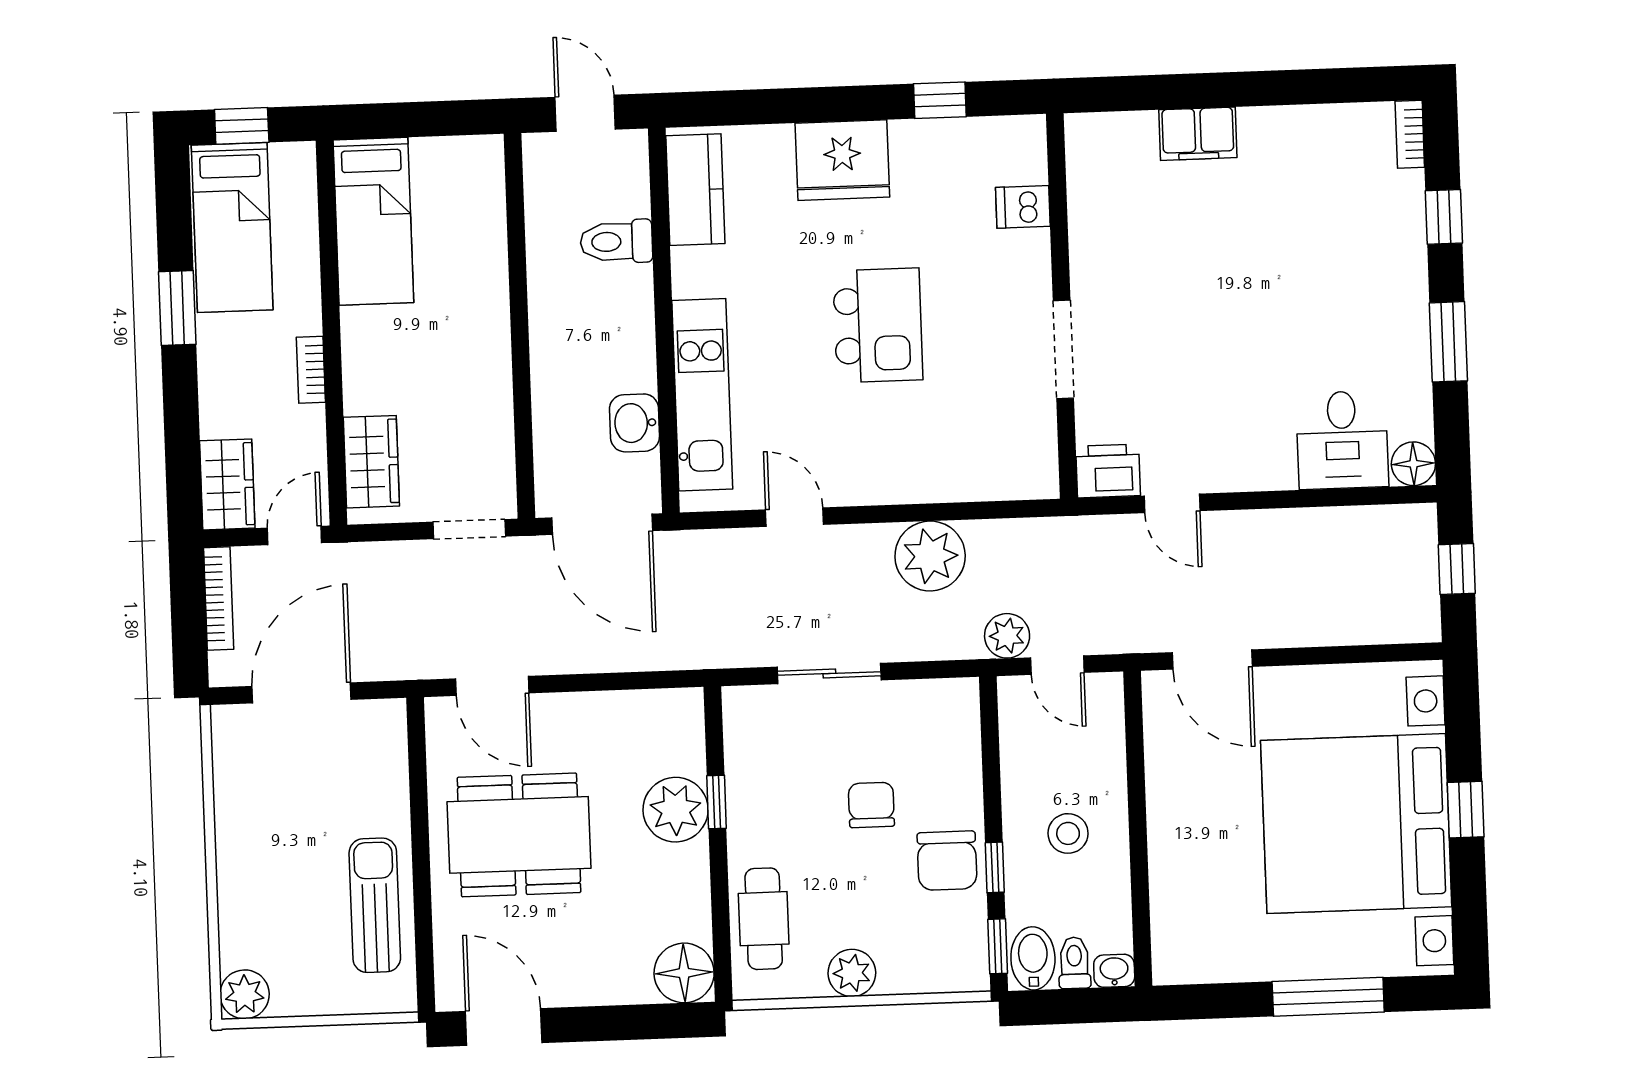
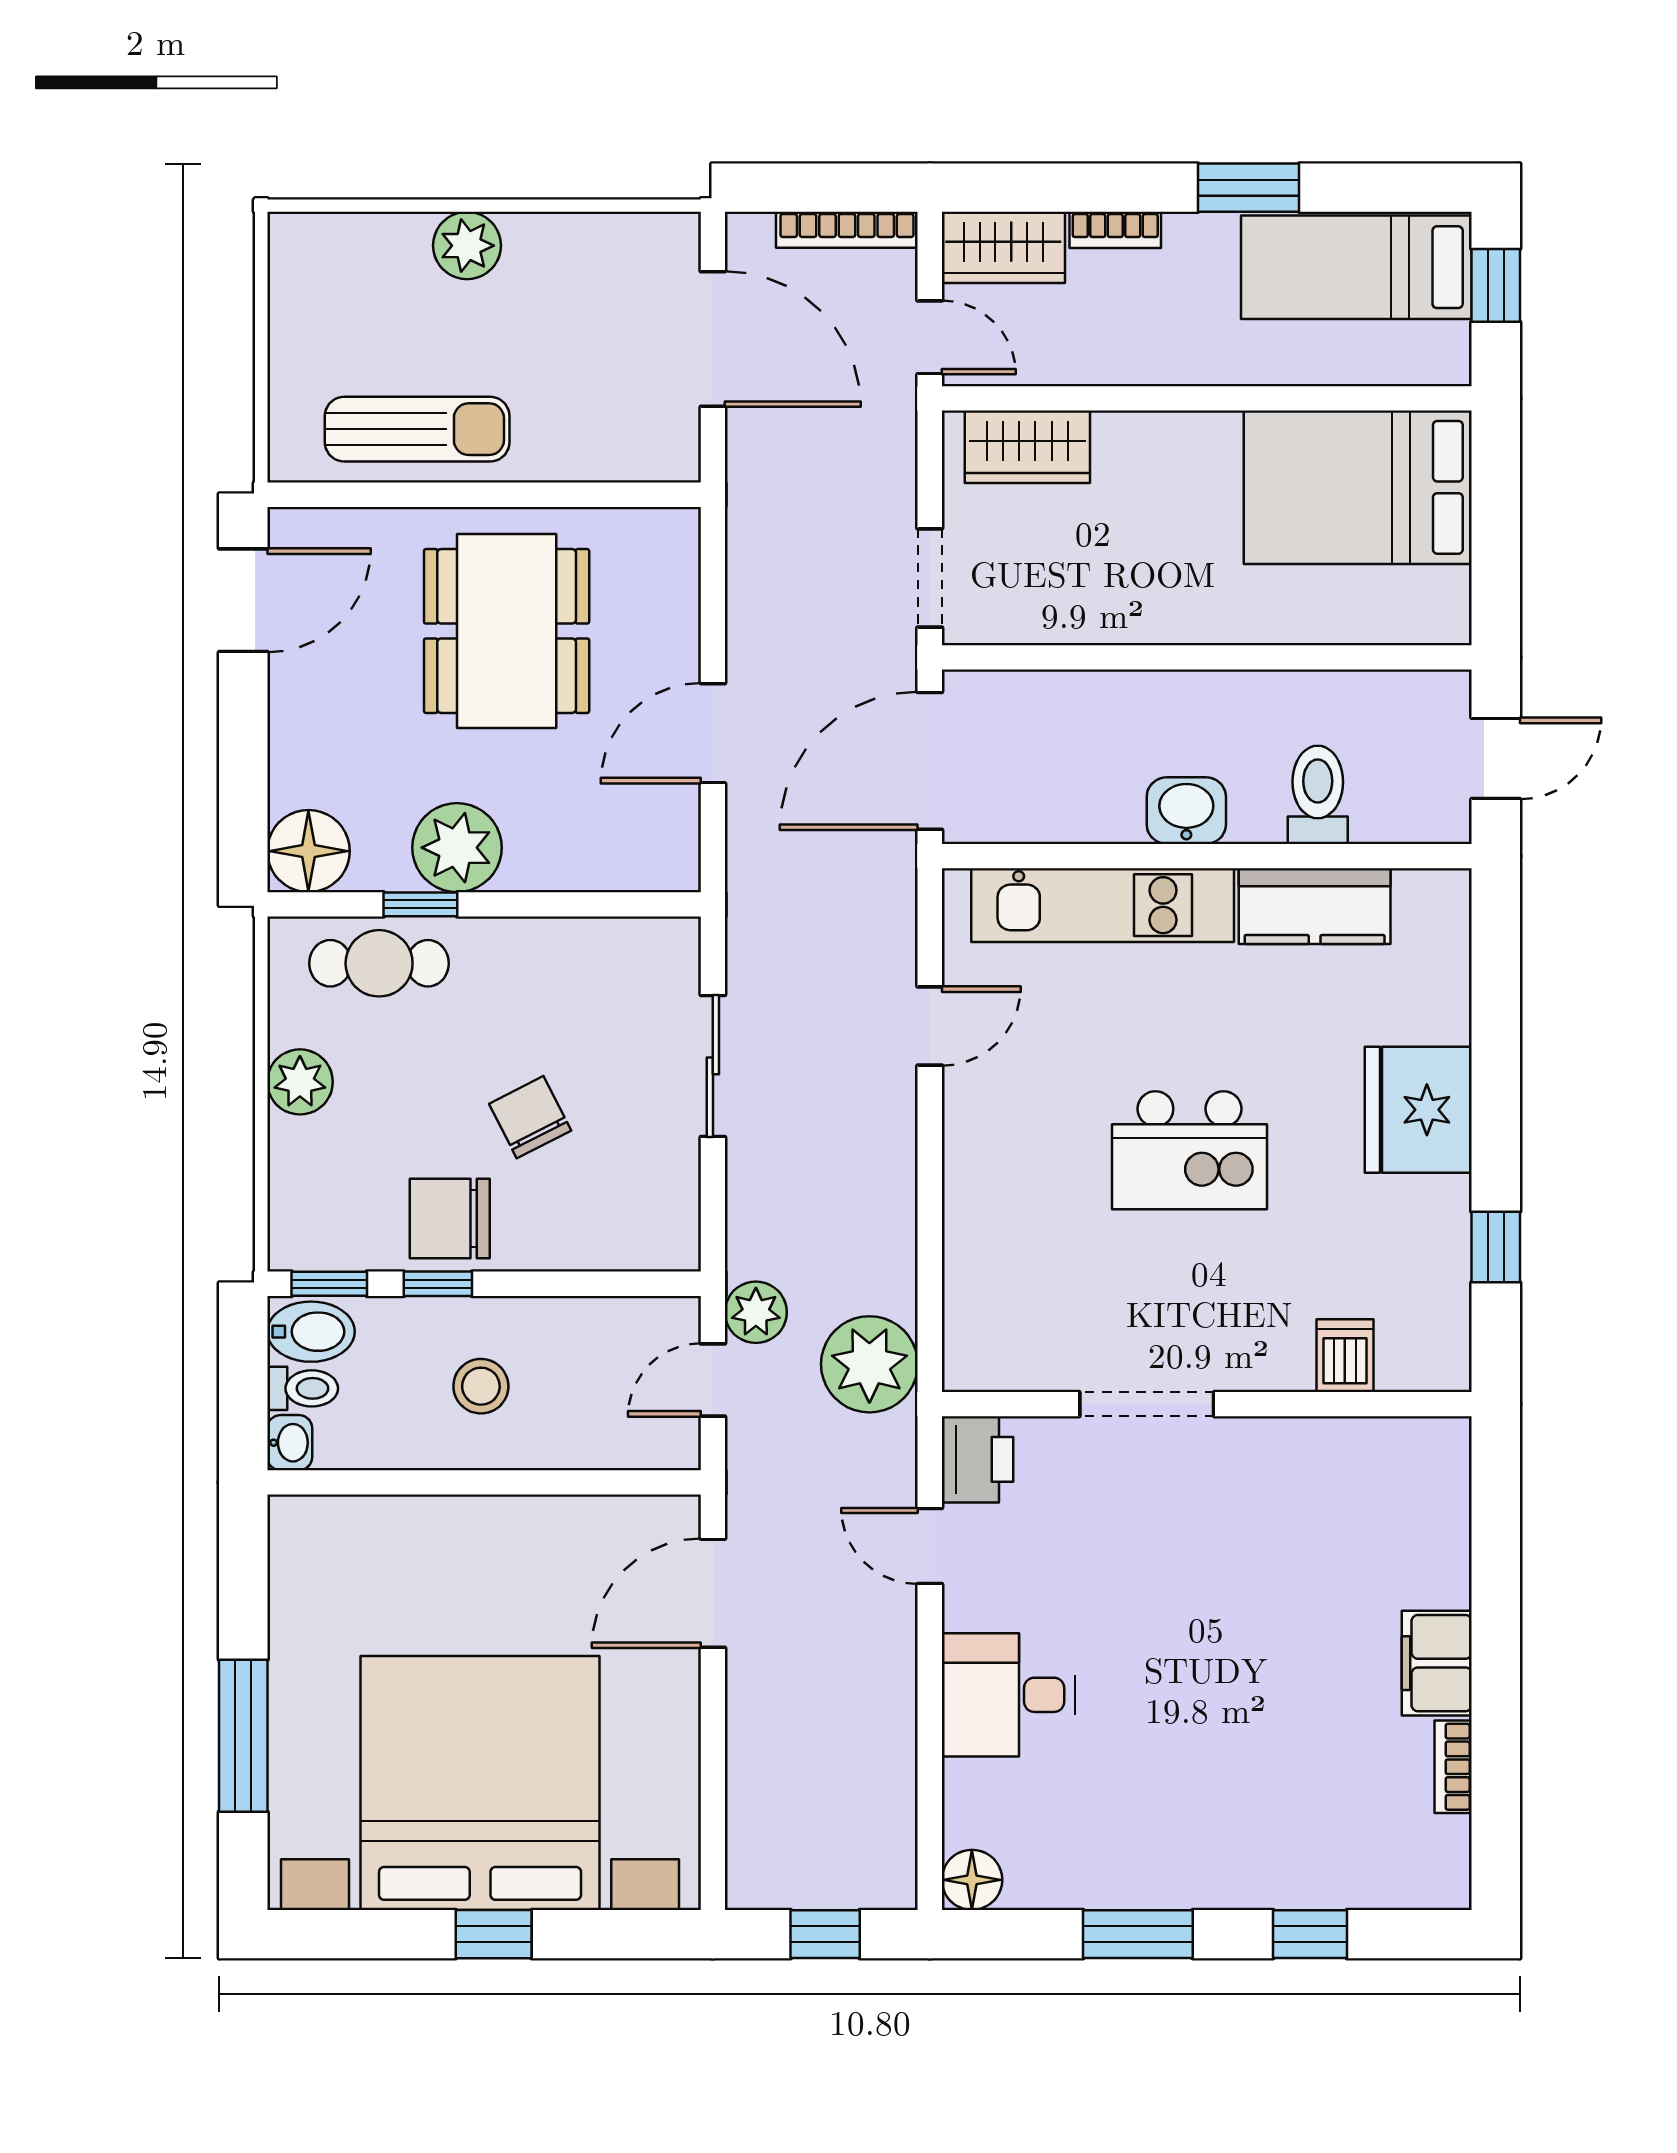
filing cabinet: (1198, 134) -> (1437, 1663), moved
bookcase: (1410, 134) -> (1453, 1767), moved, turned -90
kitchen counter: (695, 190) -> (1315, 906), moved
bed: (373, 221) -> (1358, 487), width x1.50
bookcase: (311, 370) -> (1115, 230), moved, turned 180
washbasin: (634, 423) -> (1186, 811), moved
desk: (1342, 440) -> (1008, 1695), moved
door: (1172, 503) -> (930, 1546), hinge flipped
plant: (930, 556) -> (869, 1364), moved
door: (492, 686) -> (713, 733), moved
window: (717, 802) -> (420, 904), moved
chair: (871, 805) -> (530, 1117), turned -117
plant: (676, 810) -> (457, 848), moved
plant: (245, 994) -> (467, 246), moved

